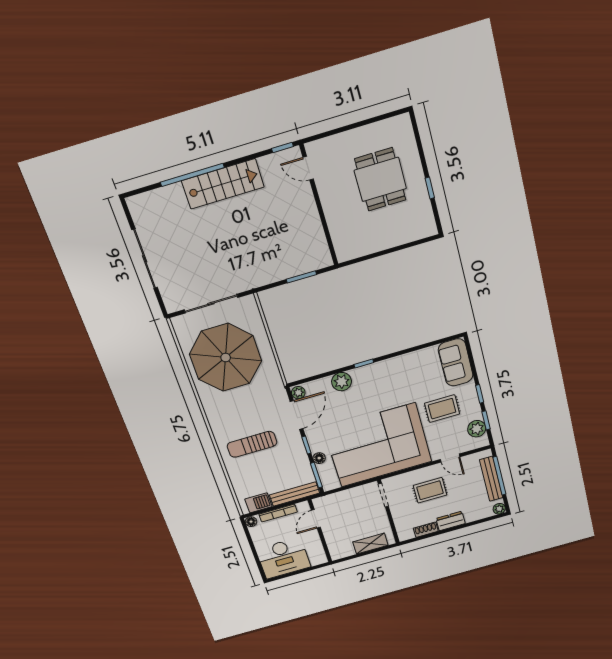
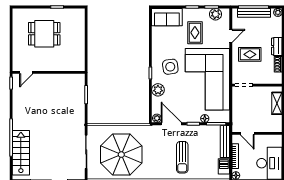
stairs: (223, 184) -> (21, 153), moved
side table: (382, 389) -> (170, 67), added
rug: (430, 490) -> (250, 54), turned 90

